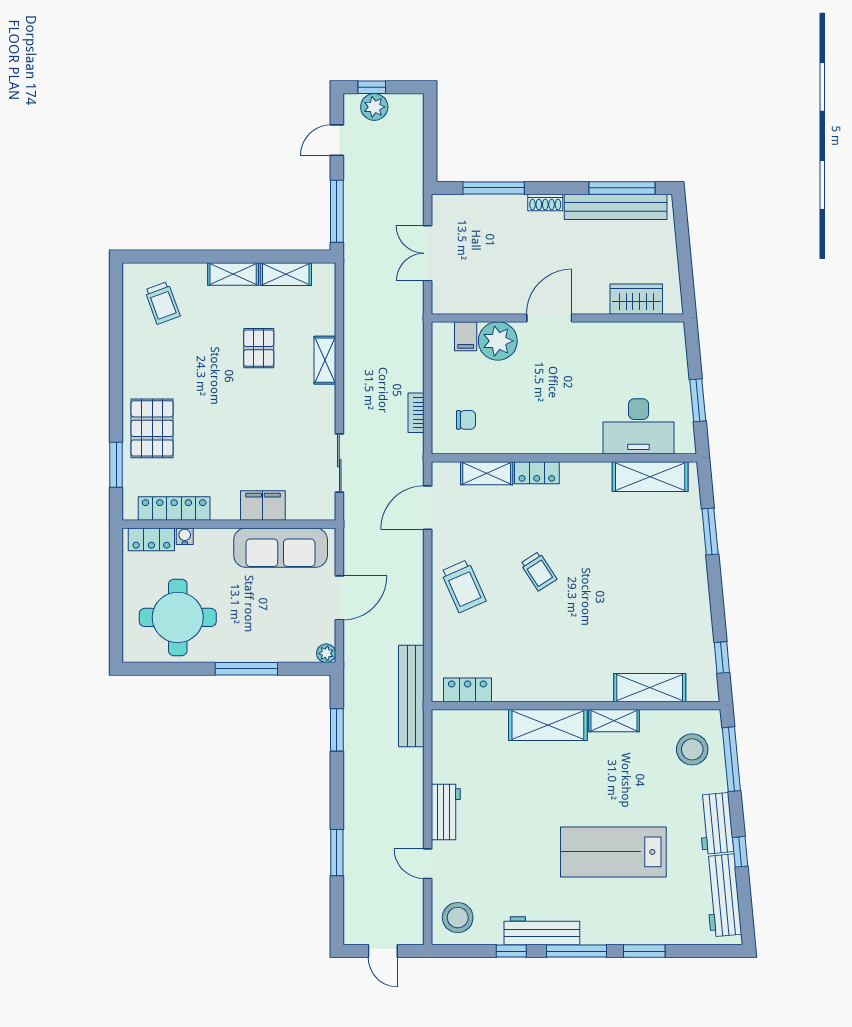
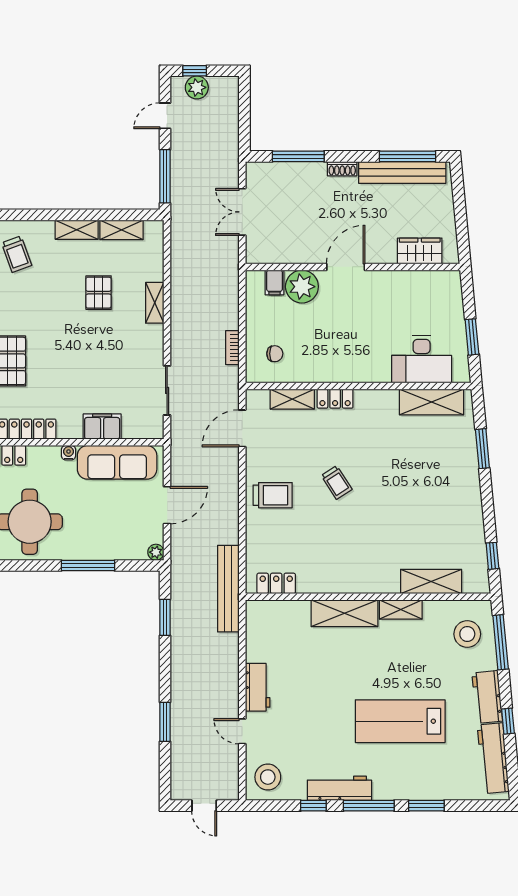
water cooler: (185, 536) -> (69, 453), moved
trolley: (463, 586) -> (273, 495), turned -66

